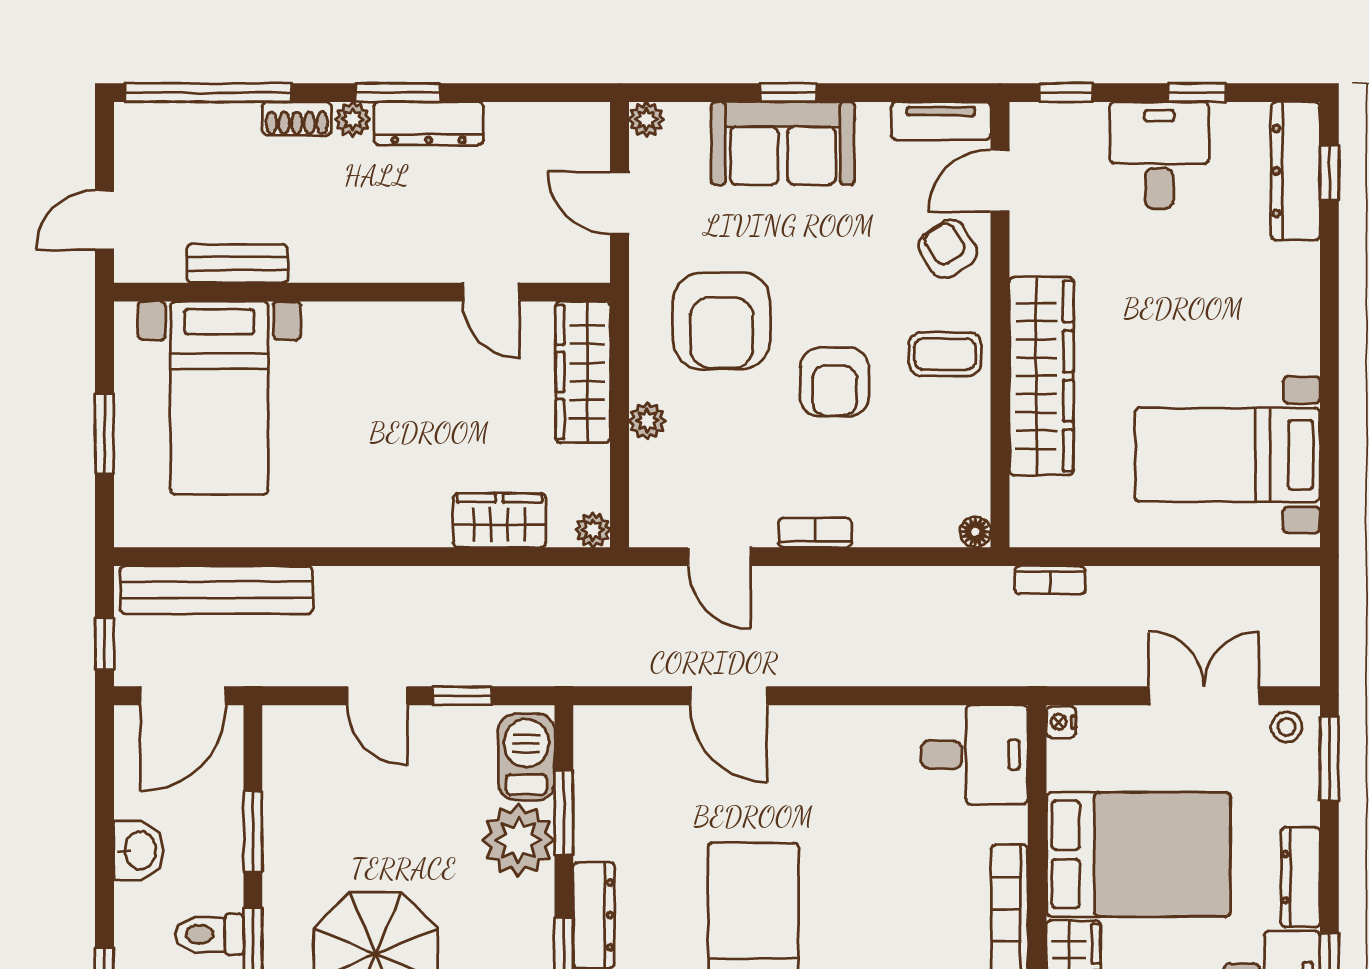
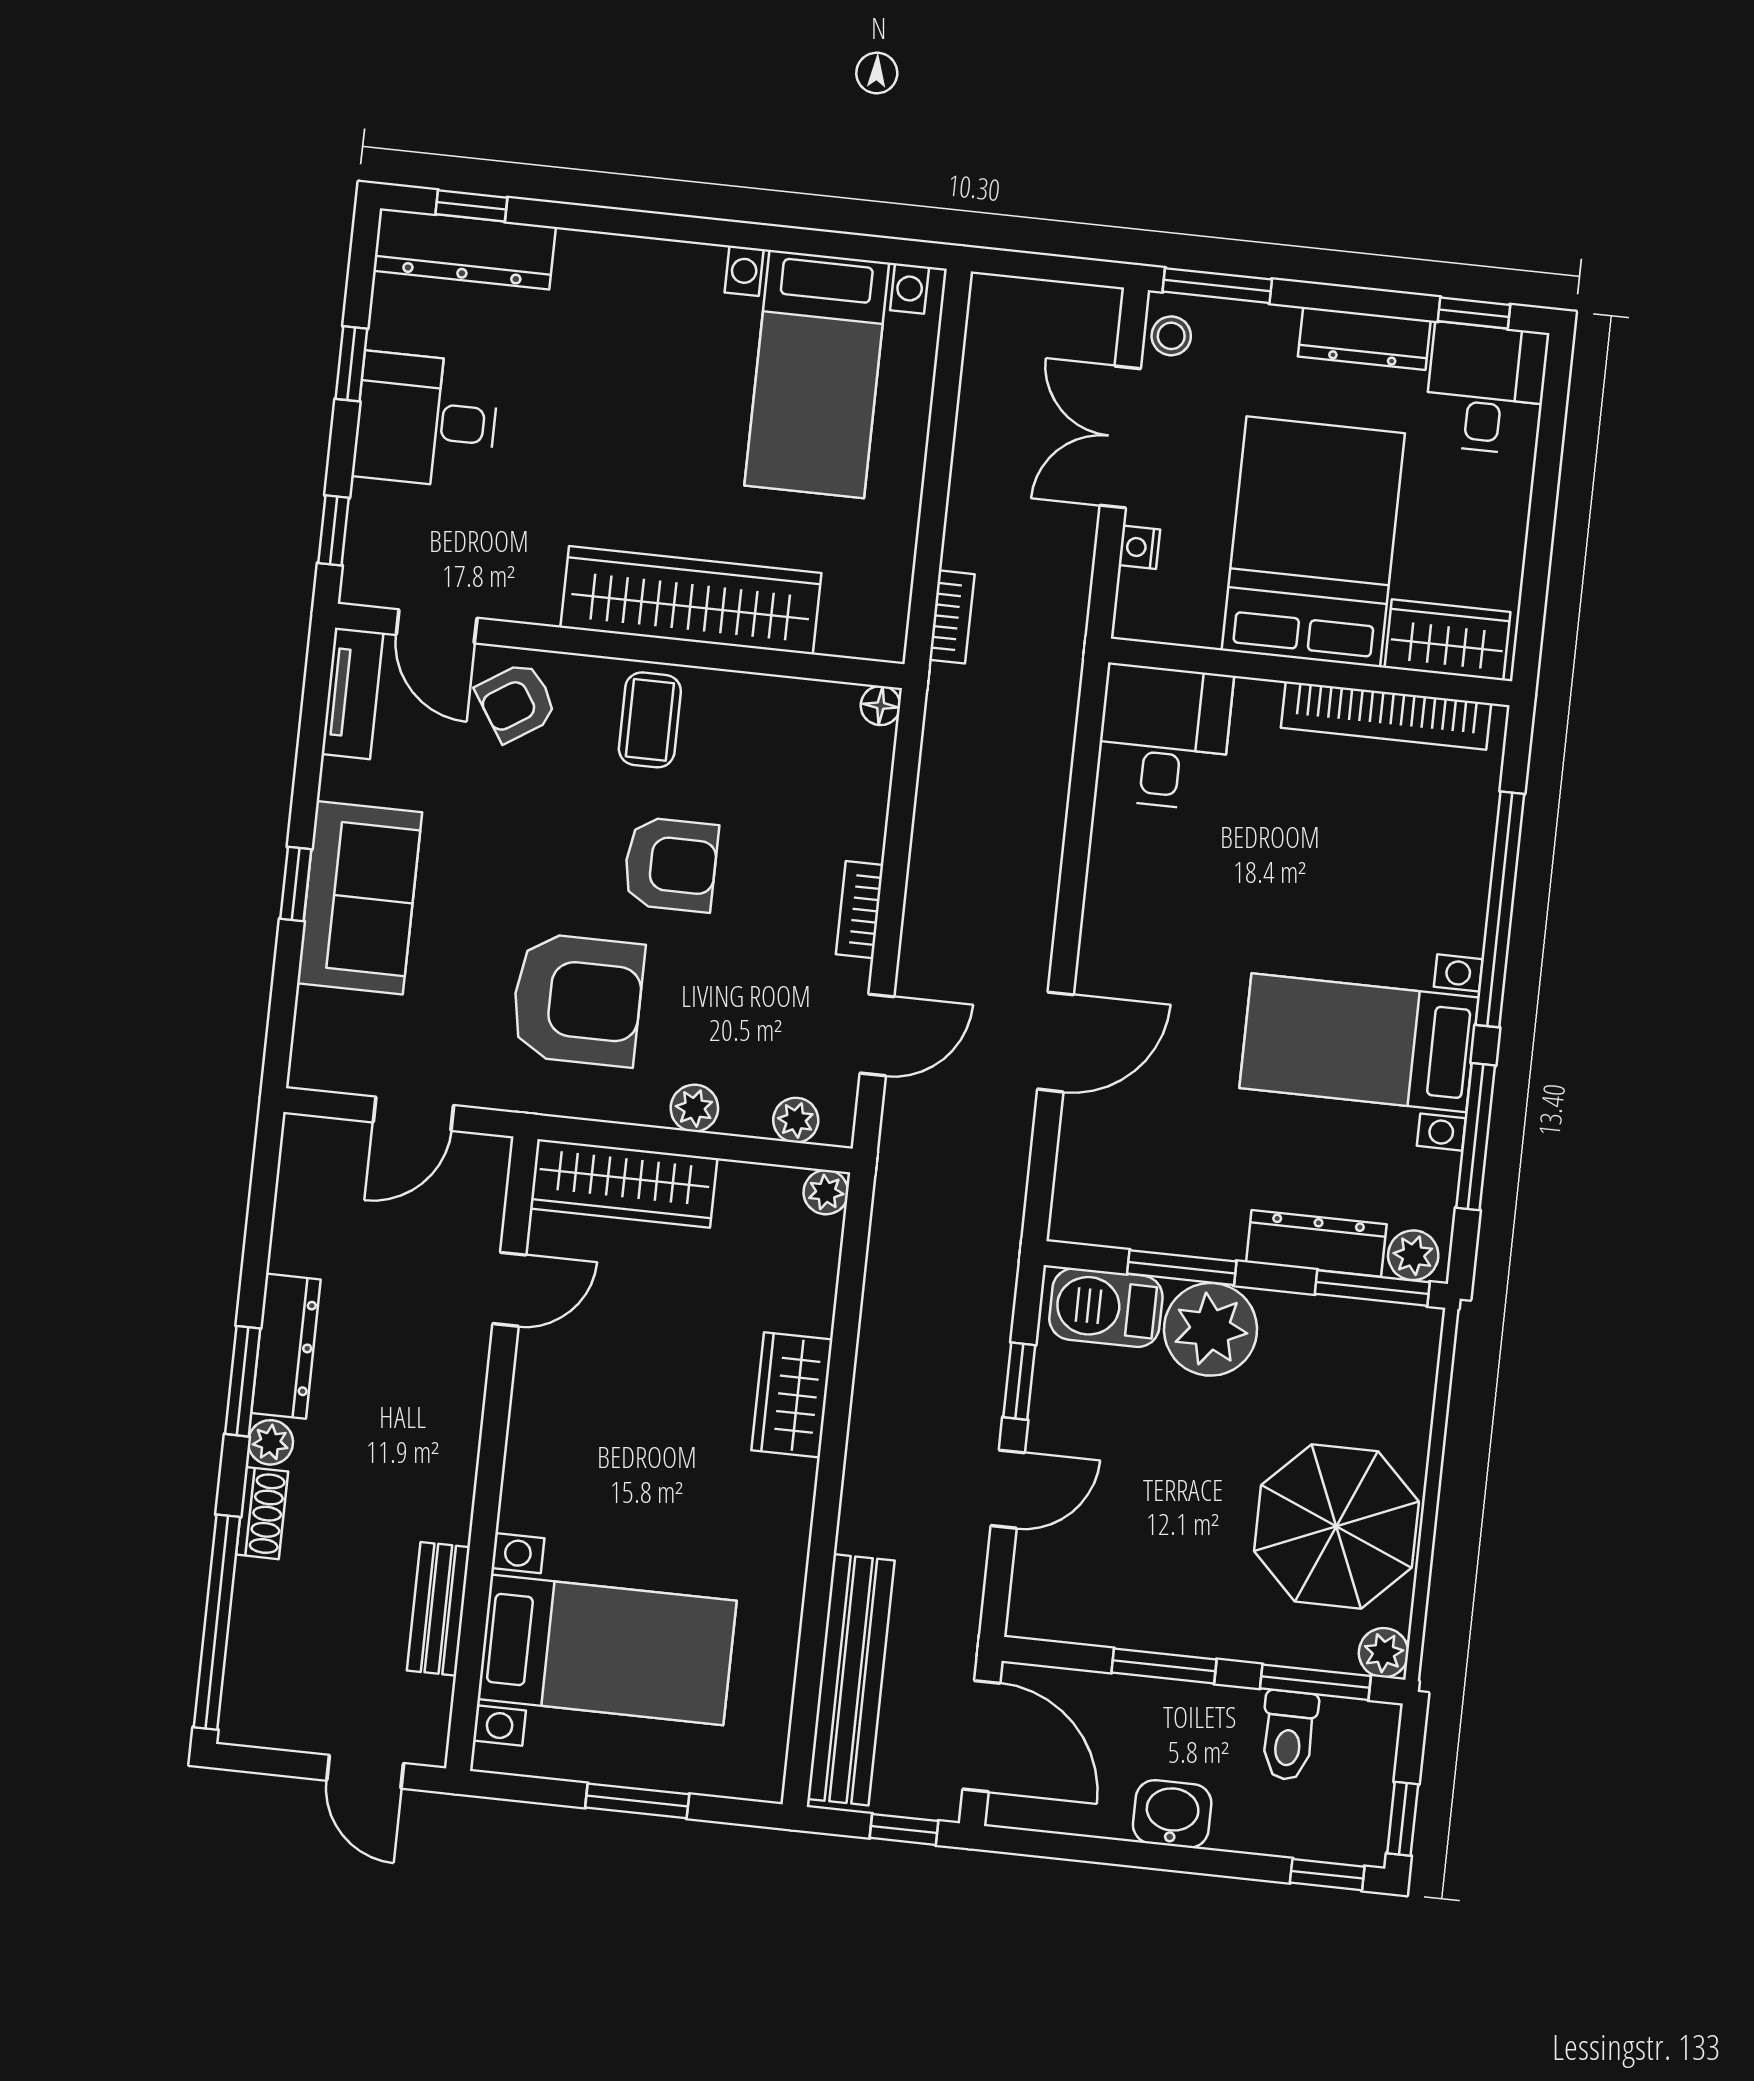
plant: (646, 119) -> (796, 1120), moved
wardrobe: (499, 520) -> (792, 1395), moved
nightstand: (1061, 722) -> (1139, 547), moved, turned 90

